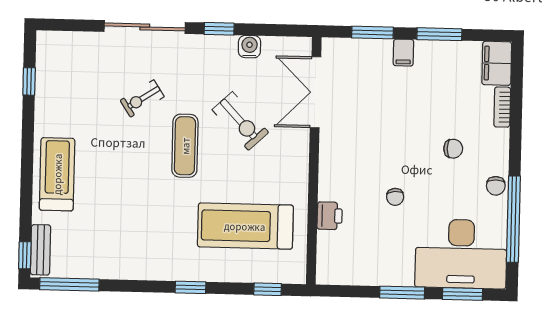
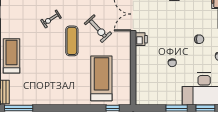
printer: (330, 216) -> (141, 39), moved
treadmill: (245, 226) -> (101, 78), turned 90
window: (190, 287) -> (76, 108), removed

